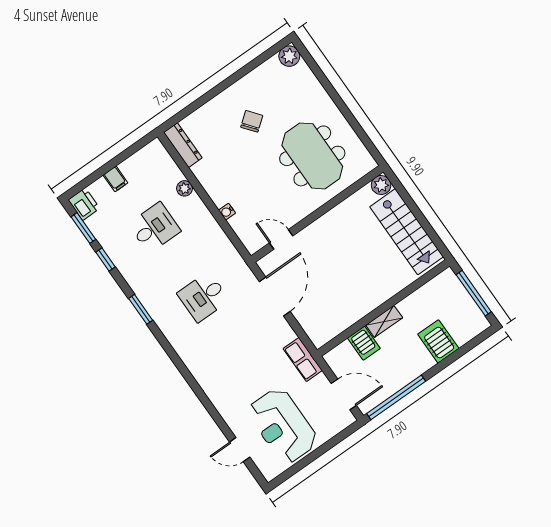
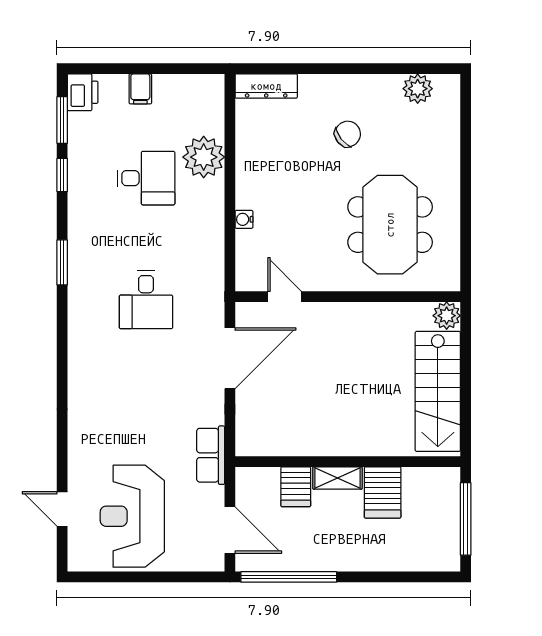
plant: (289, 56) -> (418, 89), moved
dresser: (183, 145) -> (266, 86), moved, turned 90
plant: (184, 188) -> (204, 157), width x1.88, depth x1.88
desk: (203, 297) -> (146, 300), turned -90
server rack: (438, 341) -> (383, 492), moved, turned 180

